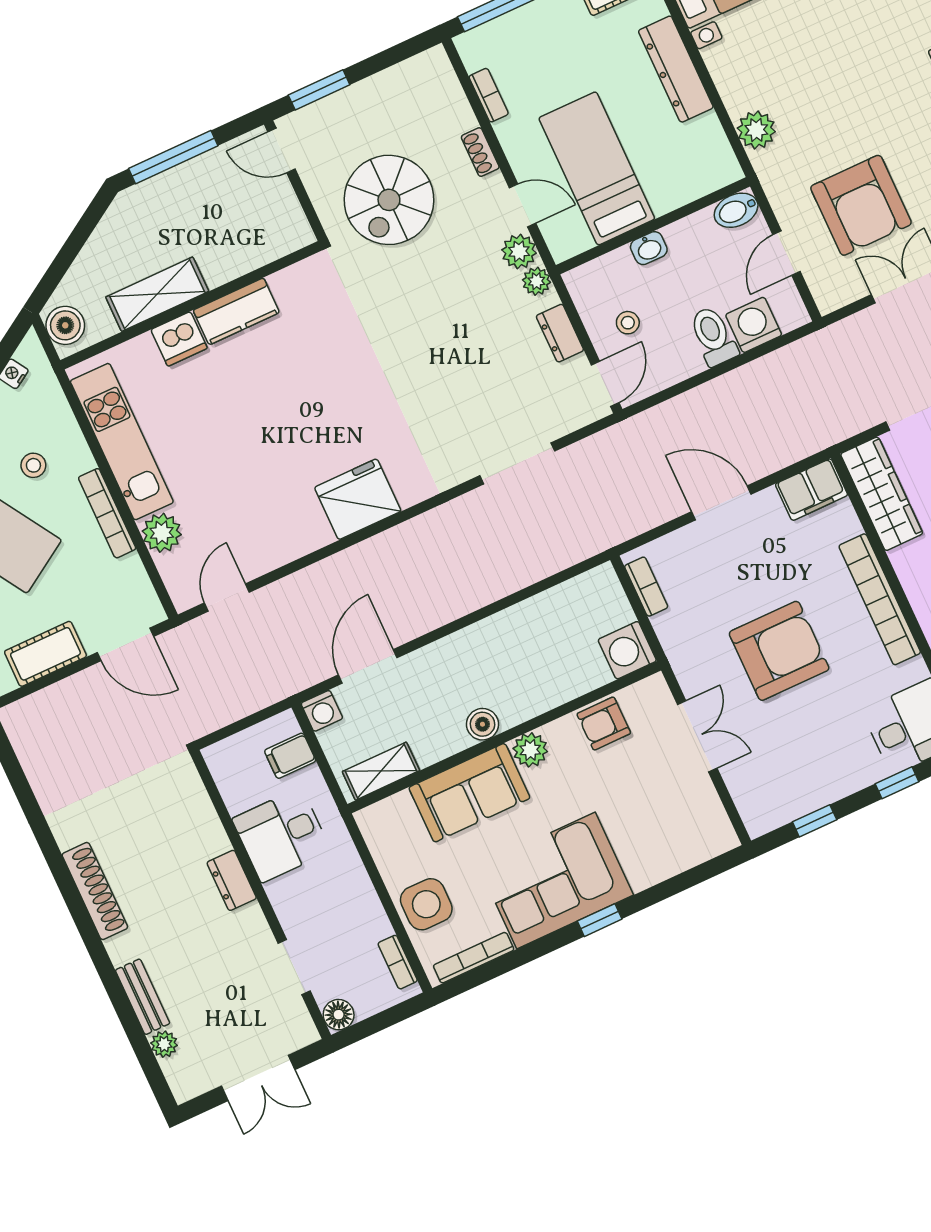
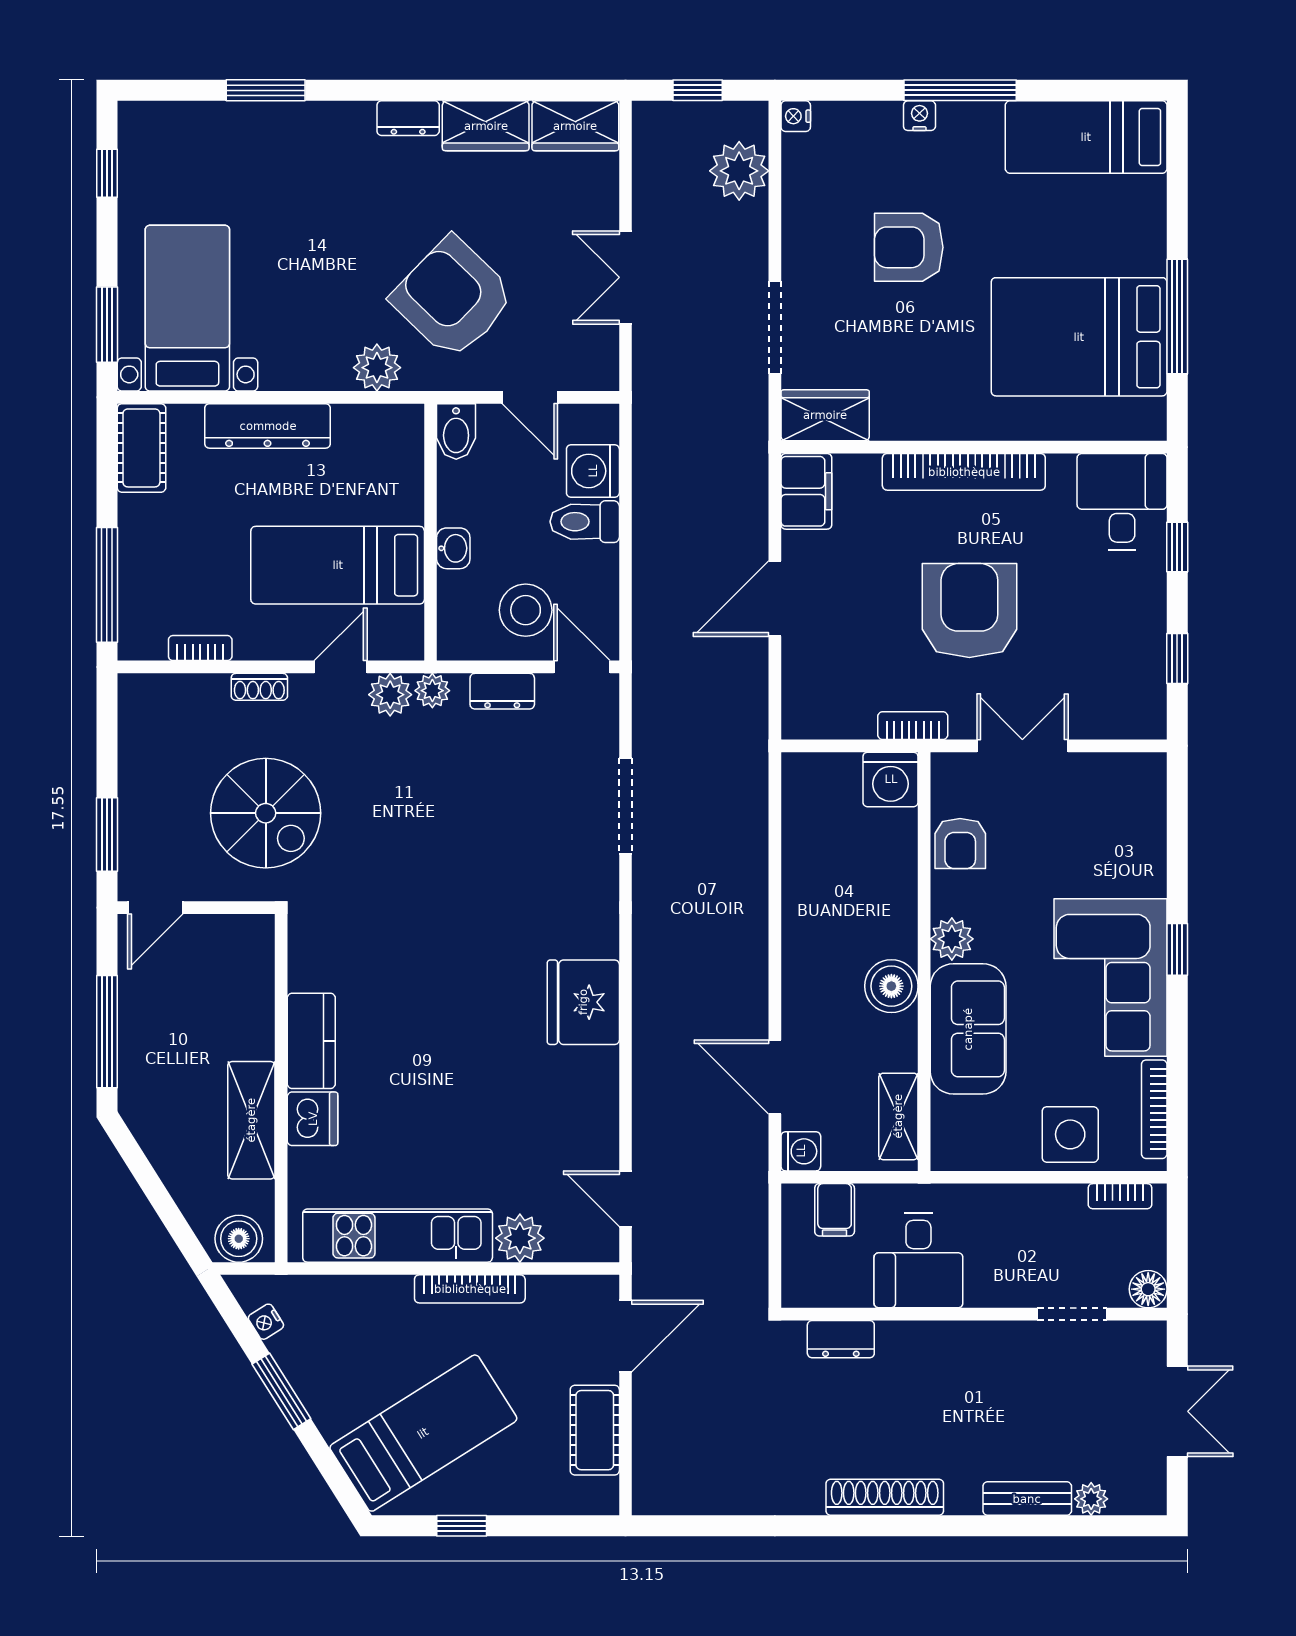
armchair: (861, 205) -> (453, 298), moved, turned -136
stool: (628, 323) -> (526, 610), width x1.89, depth x1.89
stool: (33, 465) -> (378, 1346), removed
wardrobe: (882, 494) -> (825, 415), width x0.67
bookcase: (646, 587) -> (913, 726), moved
boiler: (482, 724) -> (891, 986), width x1.36, depth x1.36
dresser: (232, 880) -> (841, 1339), moved

